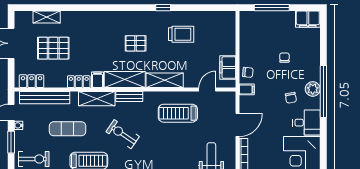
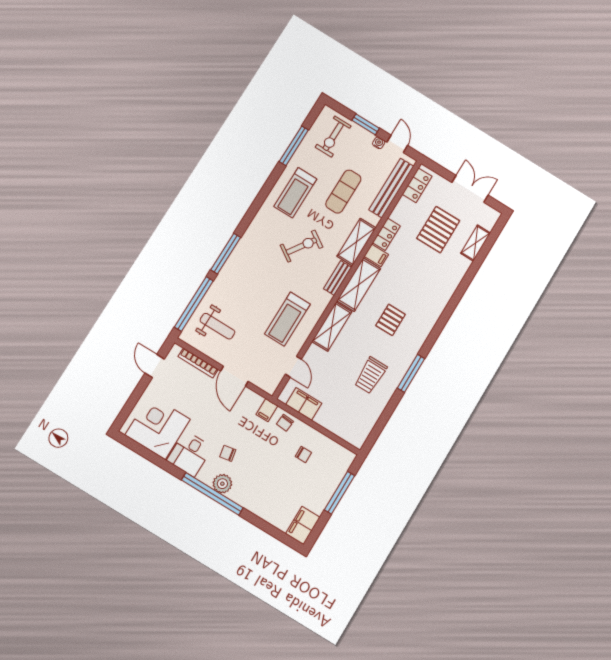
window: (163, 8) -> (411, 373), width x2.17
chair: (284, 58) -> (303, 454), moved
treadmill: (178, 113) -> (287, 319), turned 180

